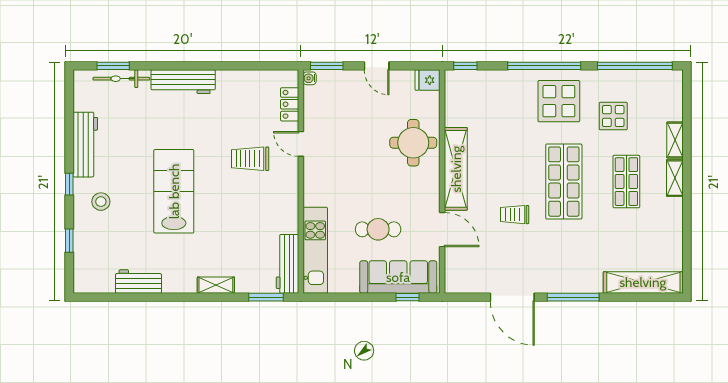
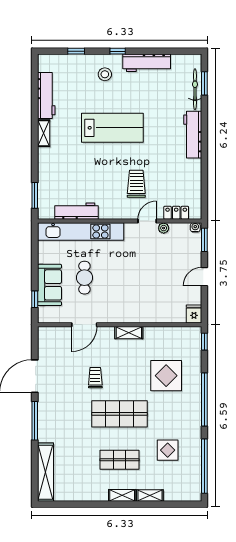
display table: (559, 101) -> (166, 376), moved
plant: (311, 121) -> (164, 228), added
round table: (413, 143) -> (148, 303), removed
shelving: (456, 169) -> (129, 333), width x0.45, depth x0.75
kitchen unit: (315, 250) -> (81, 232), width x1.36
workbench: (287, 264) -> (77, 211), moved
sofa: (398, 277) -> (49, 285), width x0.73
workbench: (138, 282) -> (46, 96), width x1.38
shelving: (216, 285) -> (44, 133), moved

